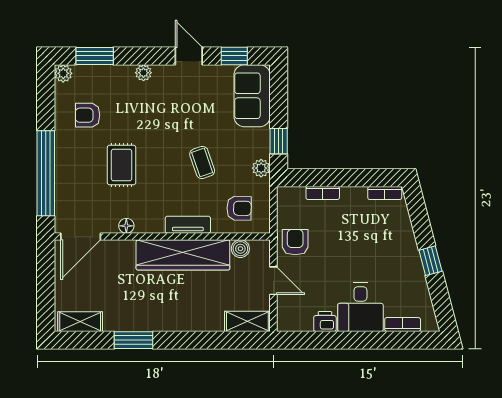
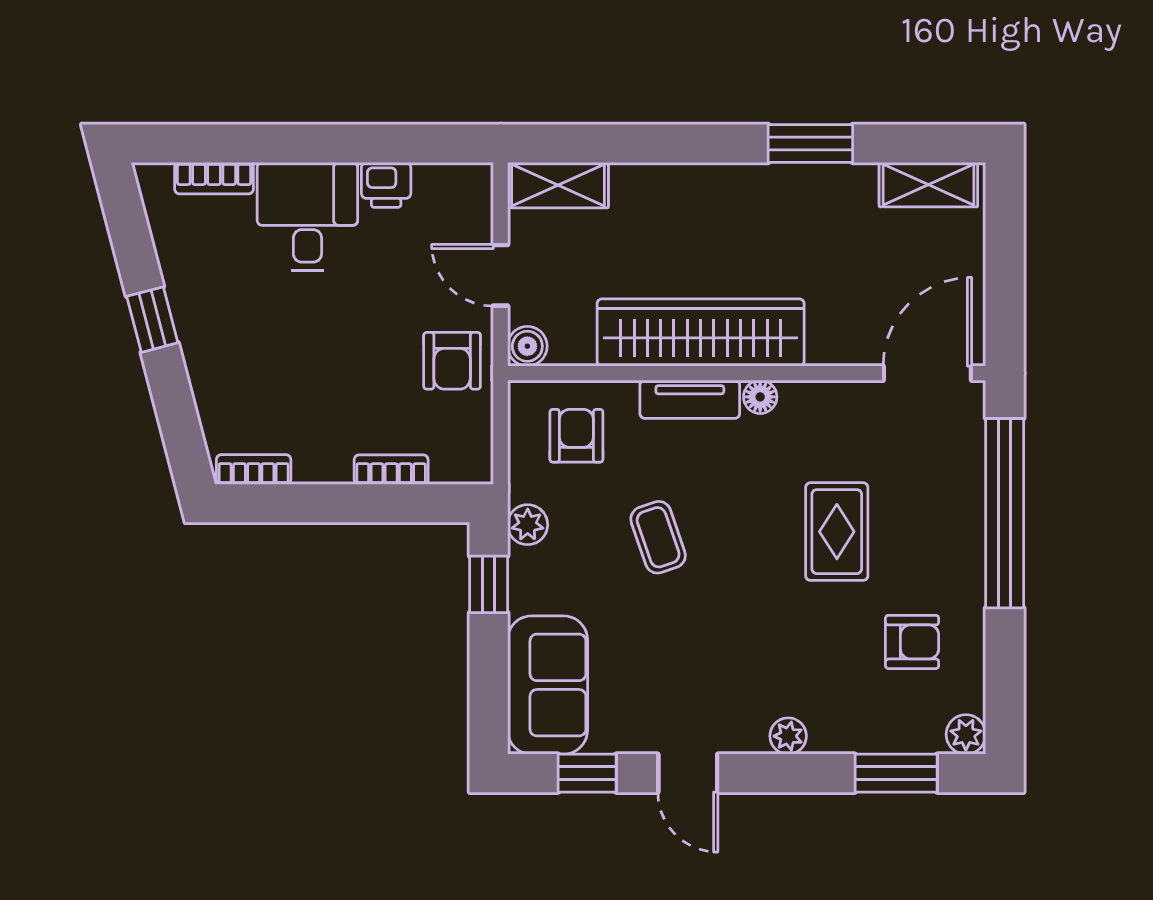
armchair: (239, 208) -> (576, 436), turned 89
floor lamp: (126, 226) -> (760, 397), moved
boiler: (240, 249) -> (527, 346), moved

